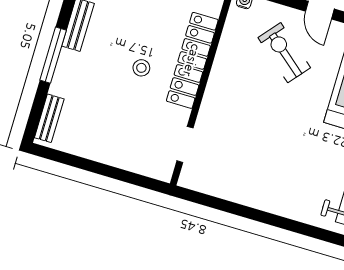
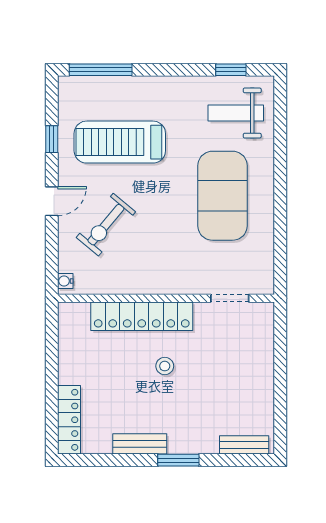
window: (53, 55) -> (178, 460), width x0.69
exercise mat: (279, 165) -> (223, 196), added

